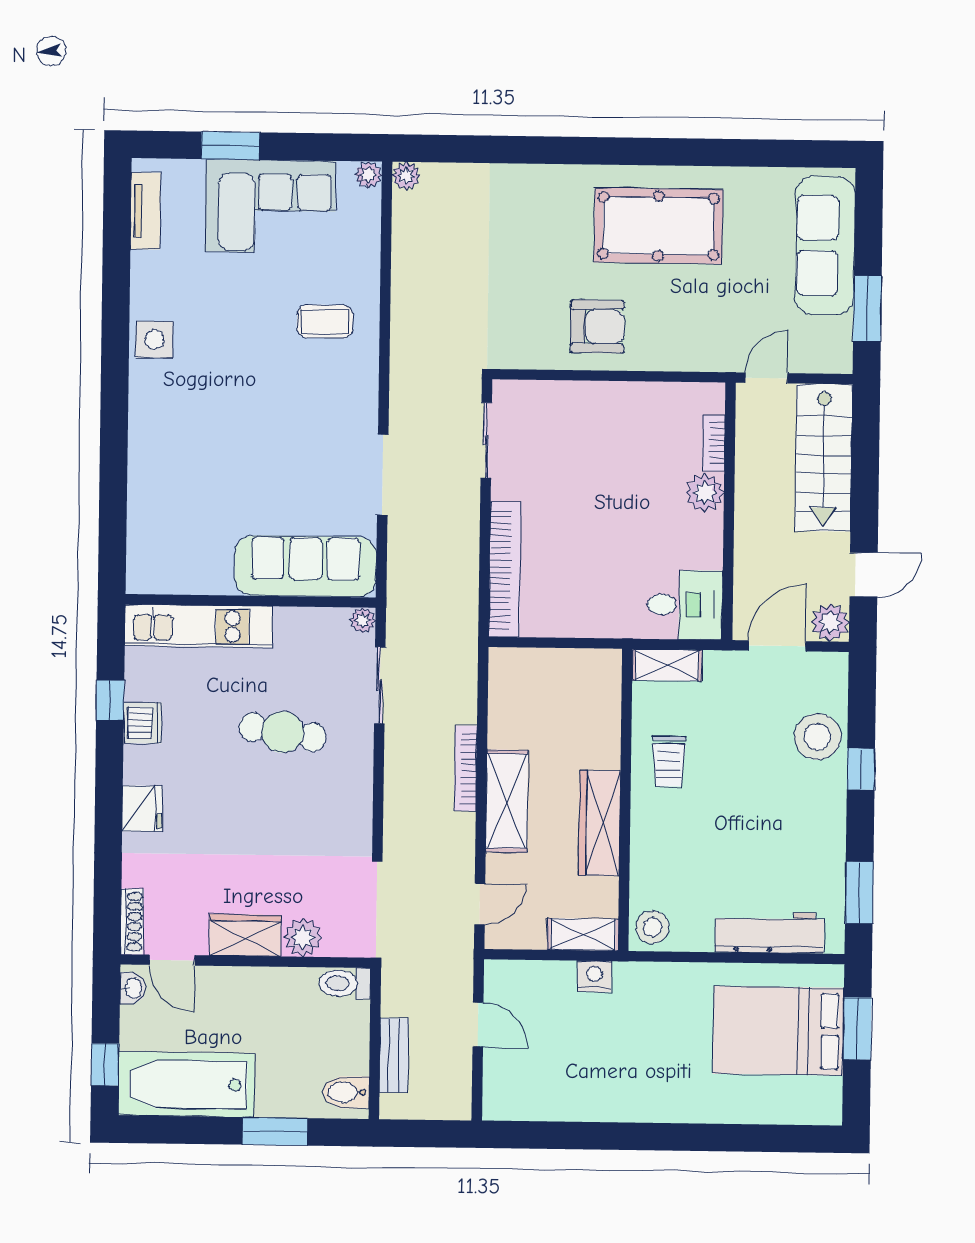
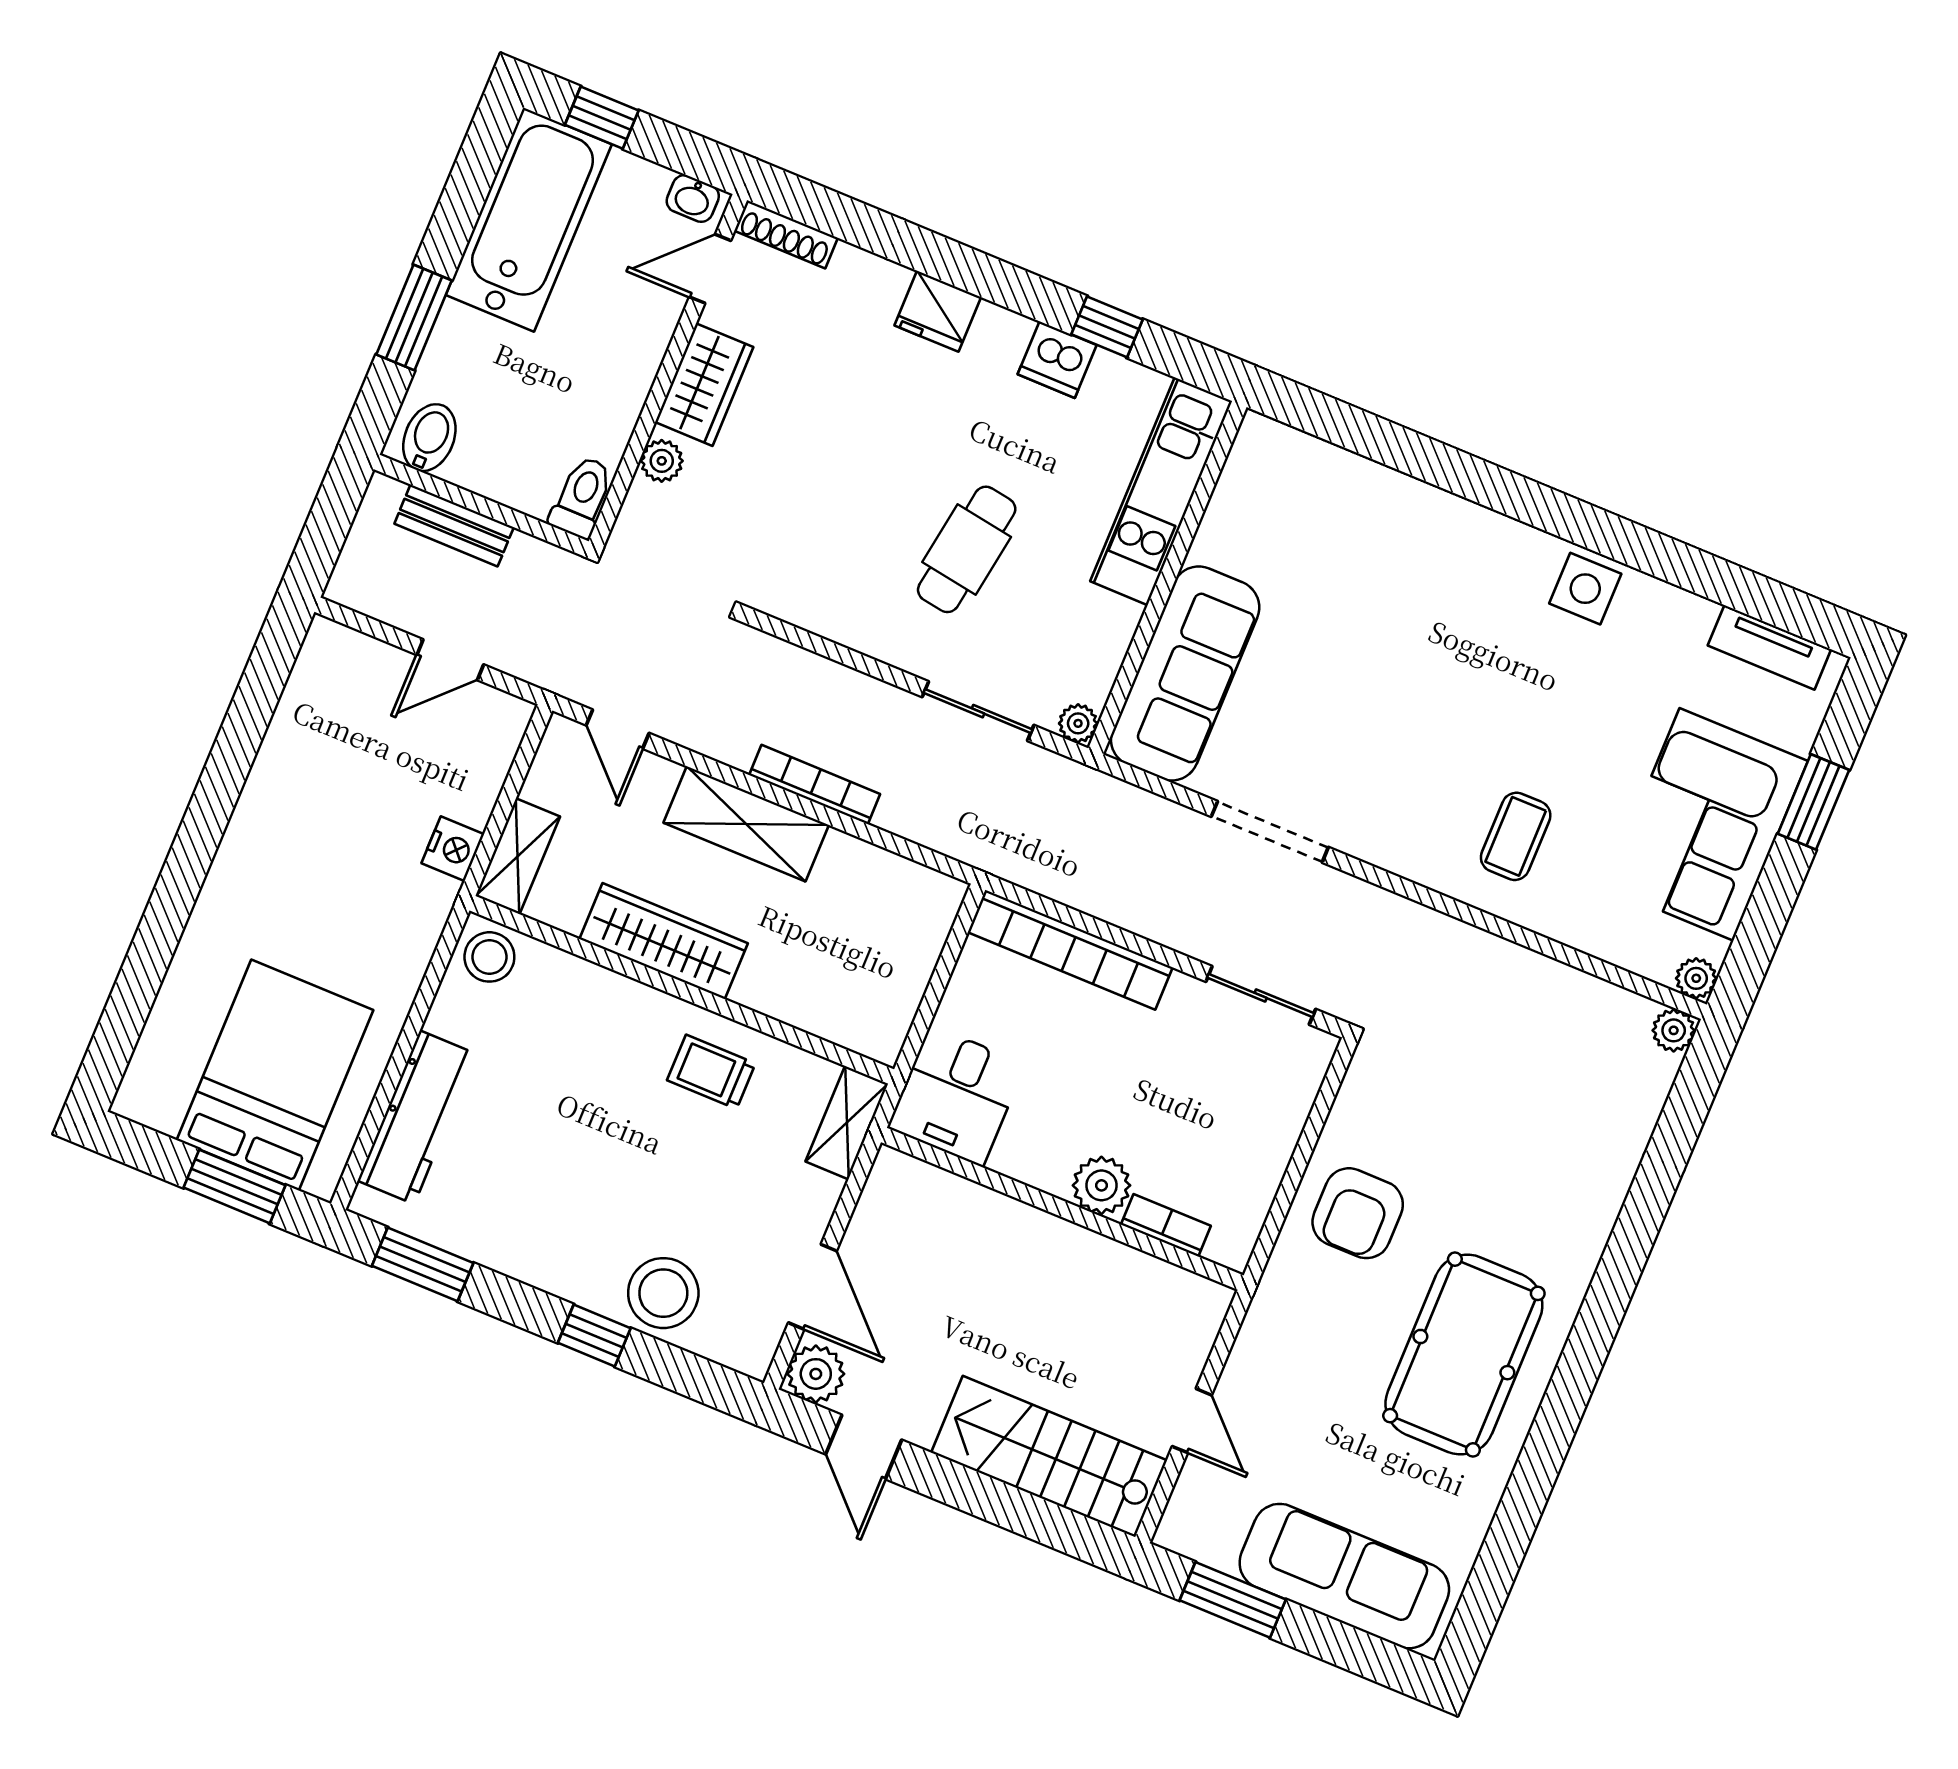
bookcase: (714, 443) -> (1166, 1225), moved
plant: (705, 493) -> (1101, 1185), moved
wall: (729, 511) -> (1062, 1209), moved
desk: (685, 605) -> (956, 1096), moved
plant: (303, 937) -> (662, 461), width x0.73, depth x0.73

